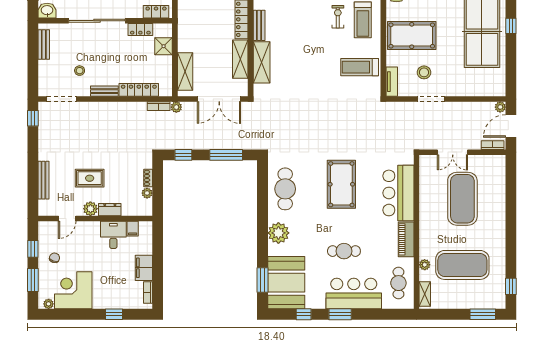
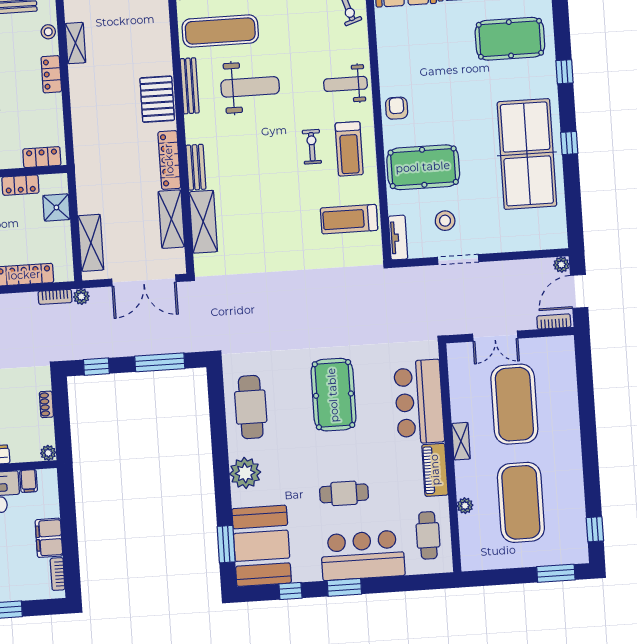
plant: (147, 193) -> (48, 453), moved
exercise mat: (462, 265) -> (521, 502), turned 90
shelving: (425, 294) -> (461, 441), moved

